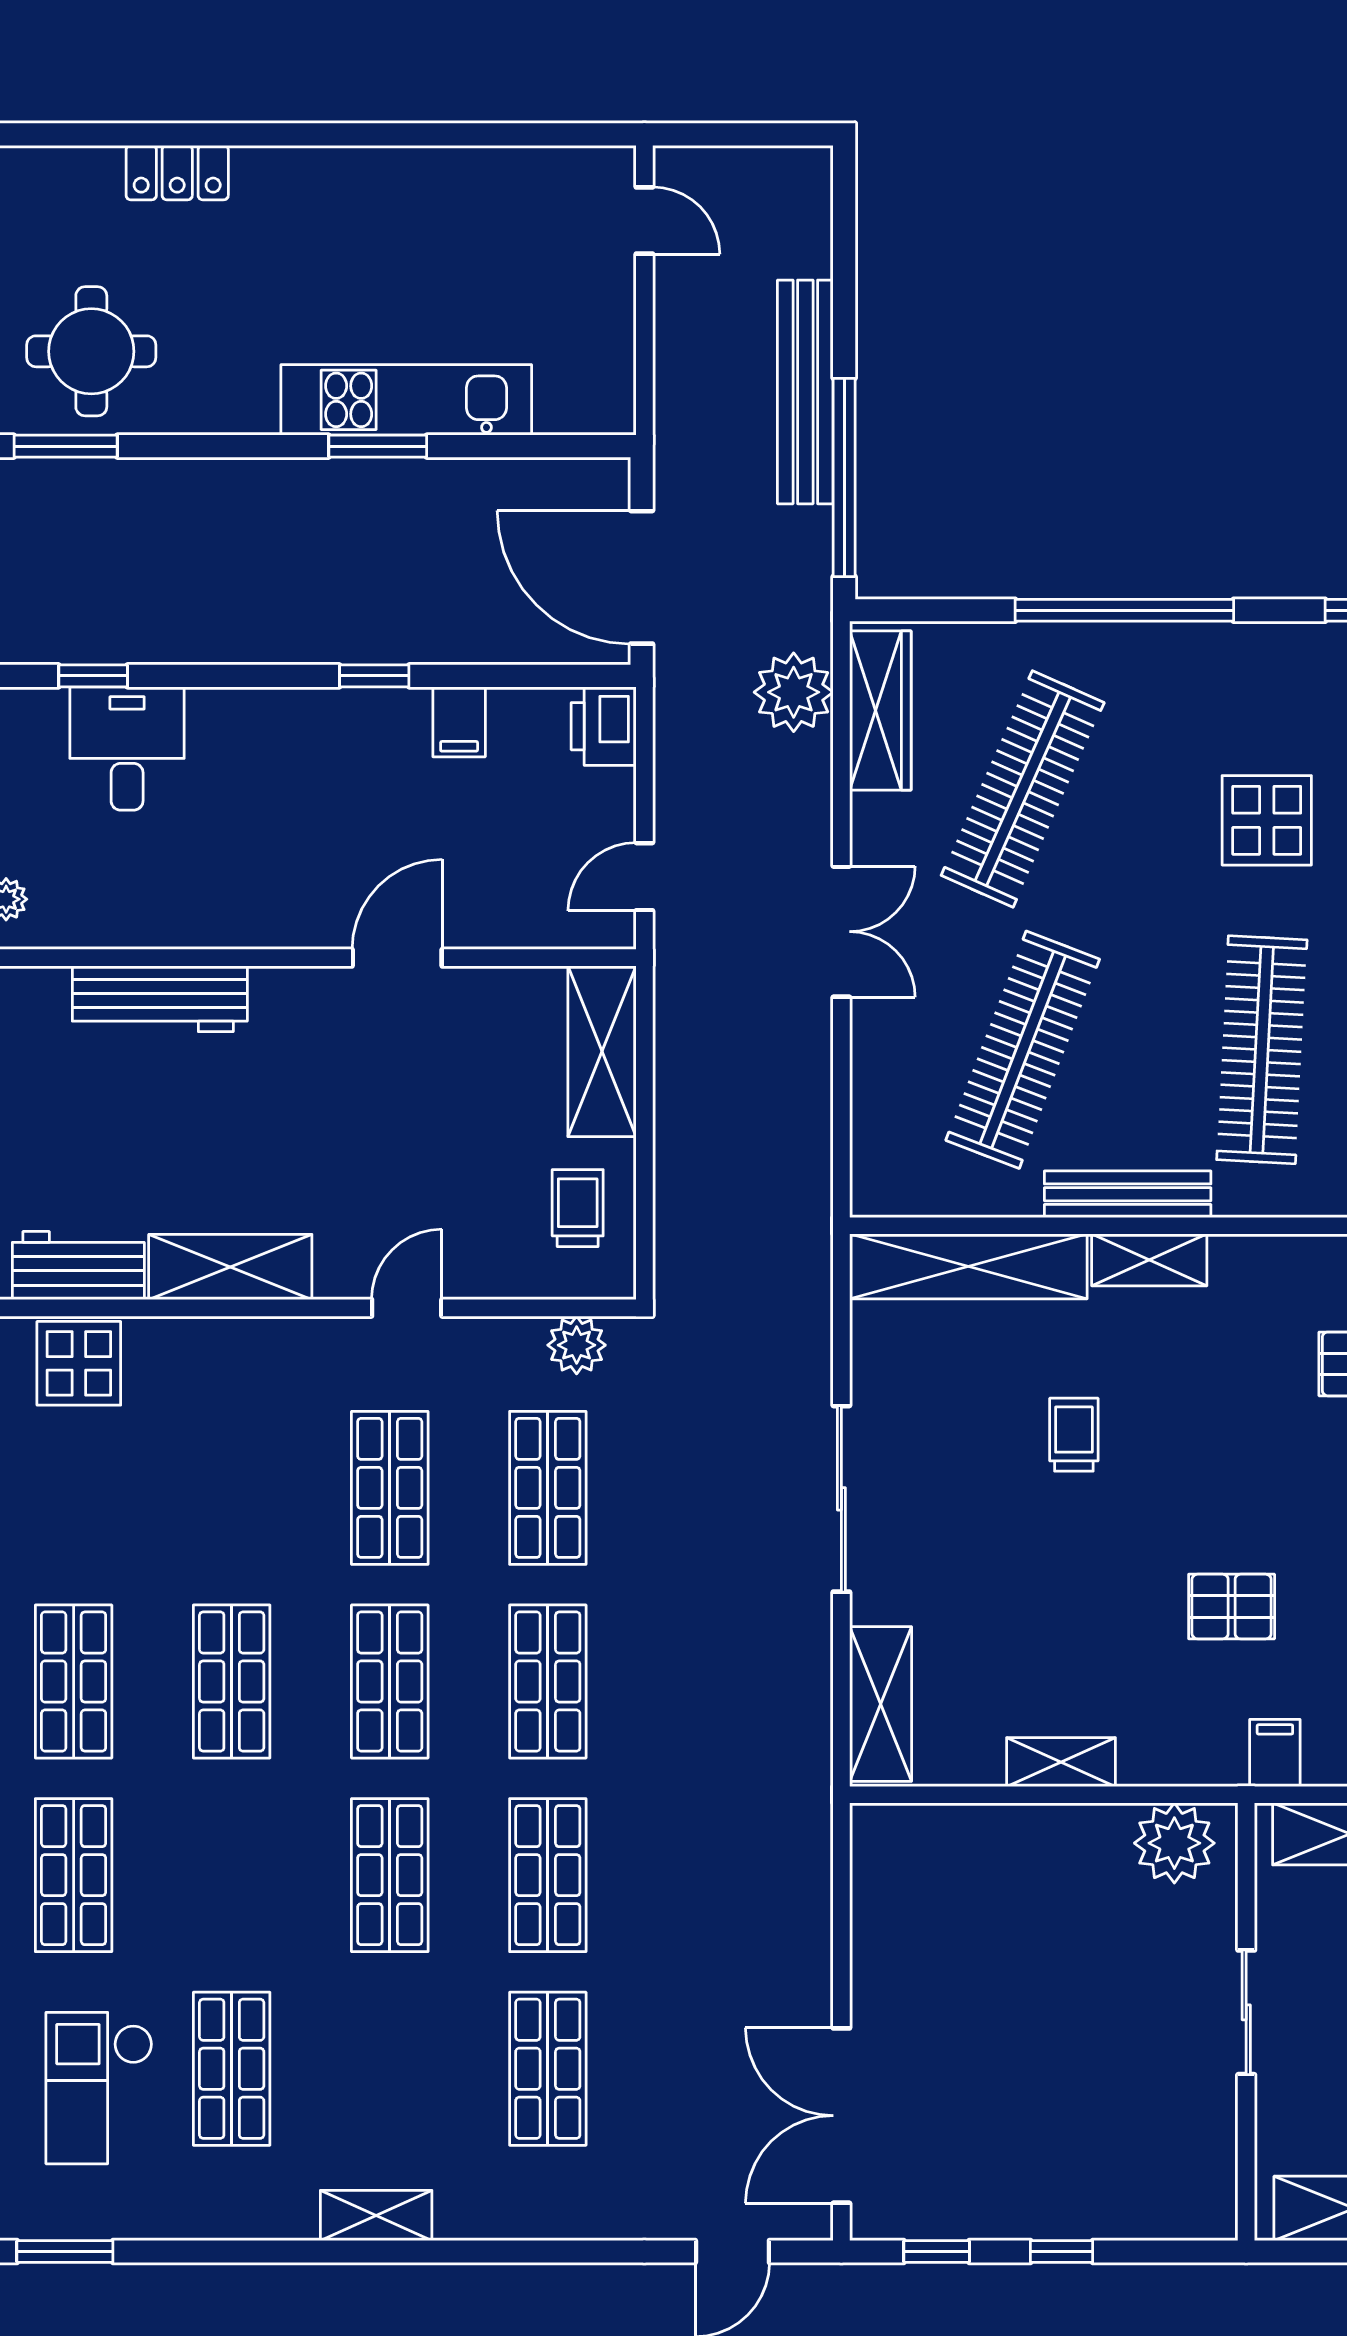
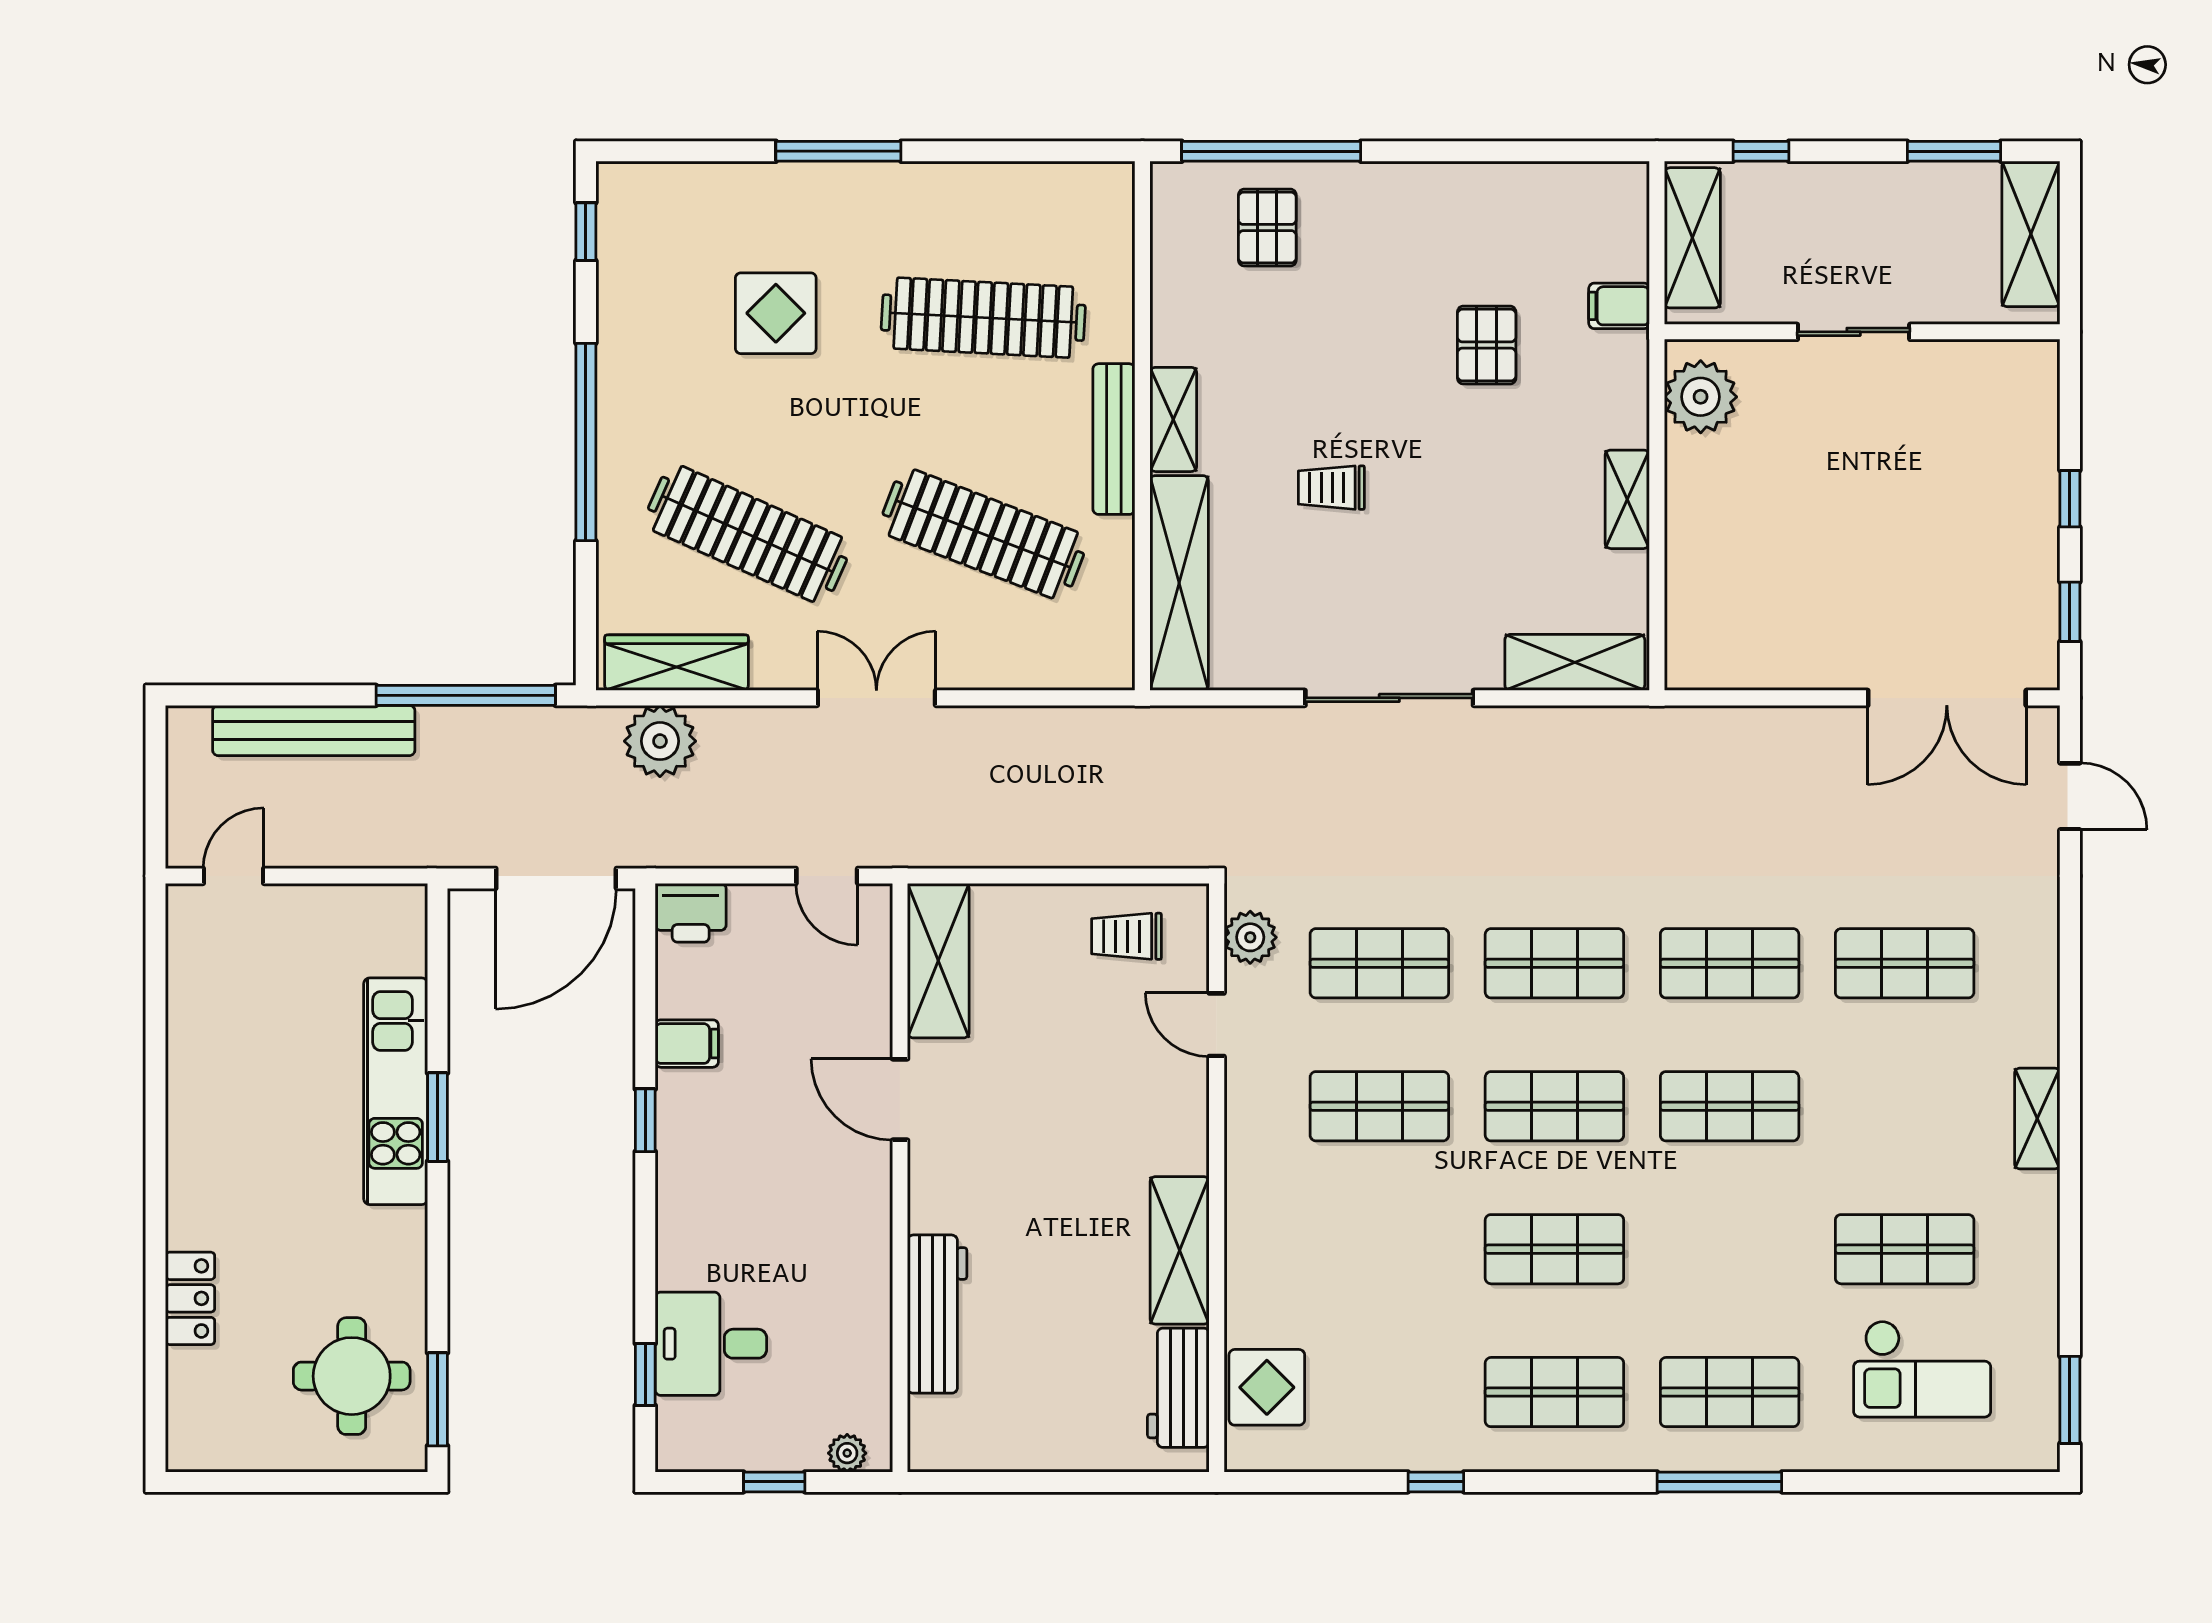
bench: (805, 392) -> (314, 730), moved
shelving: (602, 1051) -> (938, 961), moved, turned 90
door: (407, 1308) -> (1217, 1025), moved

